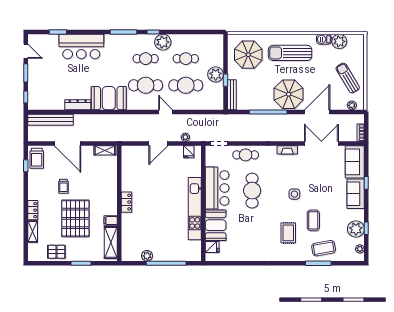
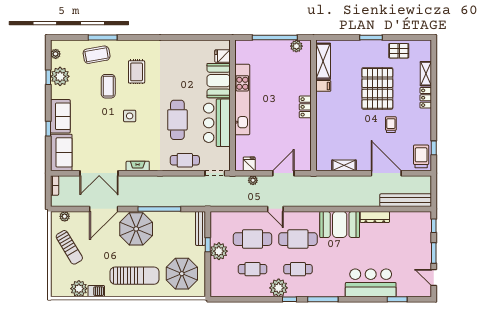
locker: (127, 202) -> (305, 107), moved
wall: (119, 203) -> (313, 105), moved
filing cabinet: (111, 221) -> (323, 86), moved
shelving: (111, 242) -> (323, 61), moved

